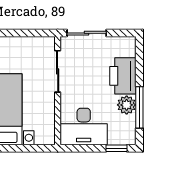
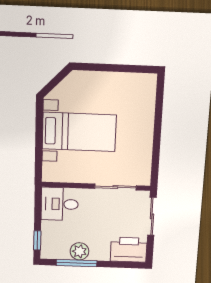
printer: (123, 76) -> (129, 250), moved
desk: (84, 126) -> (60, 204), width x0.73

